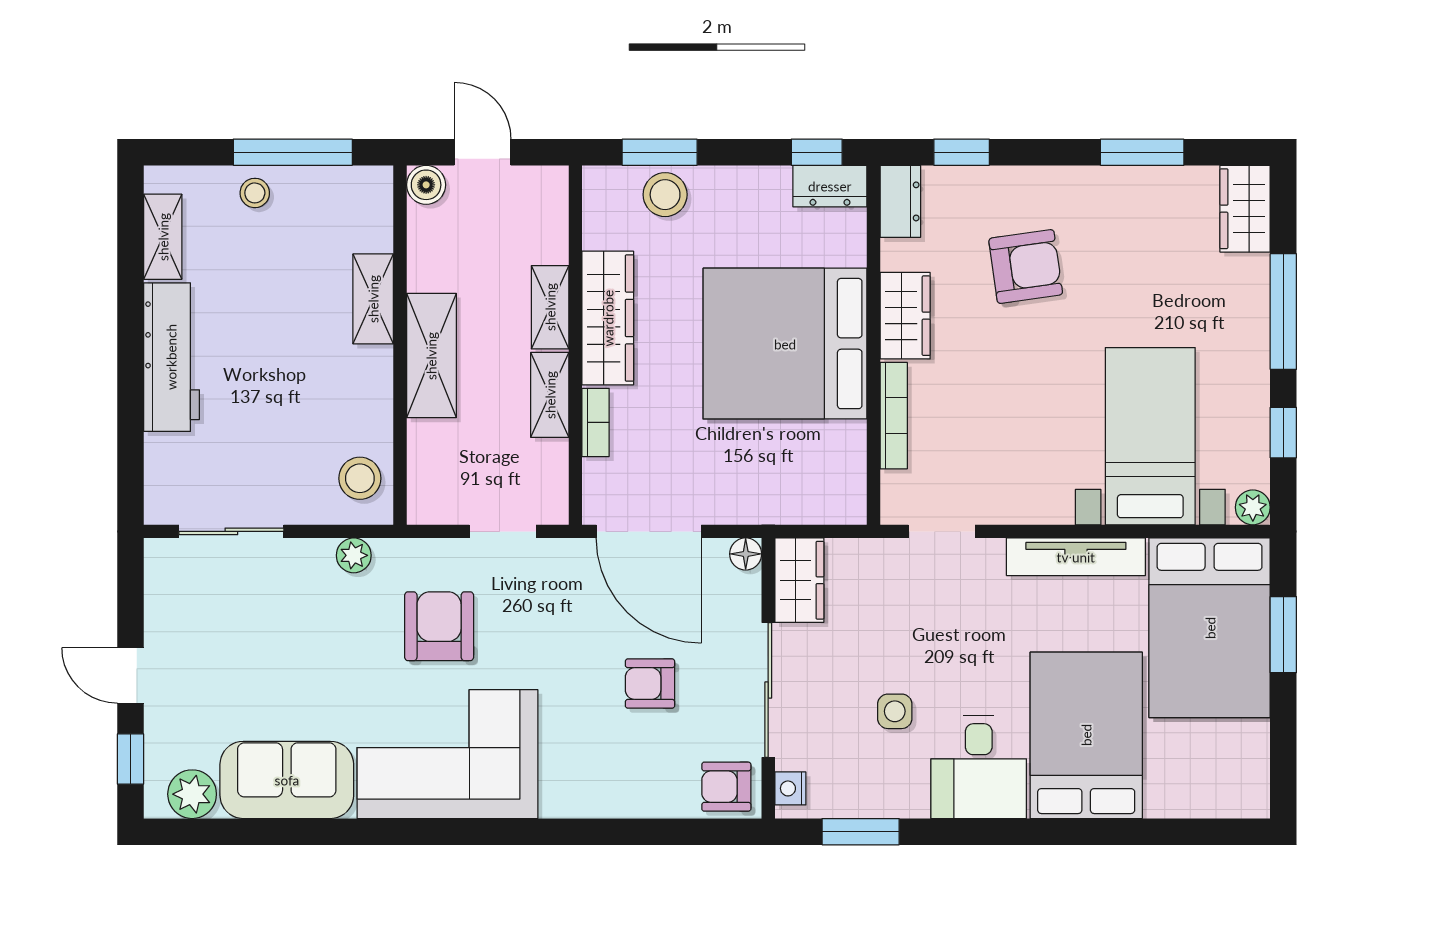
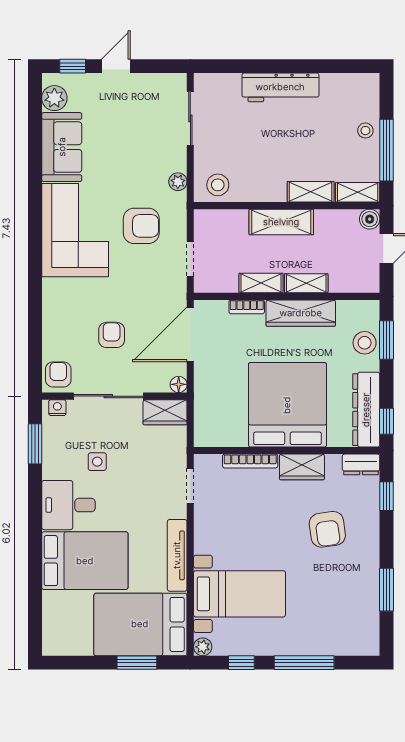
dresser: (830, 186) -> (366, 410), width x1.96, depth x1.24
wardrobe: (1245, 209) -> (357, 643), removed
shelving: (163, 237) -> (358, 192), moved

